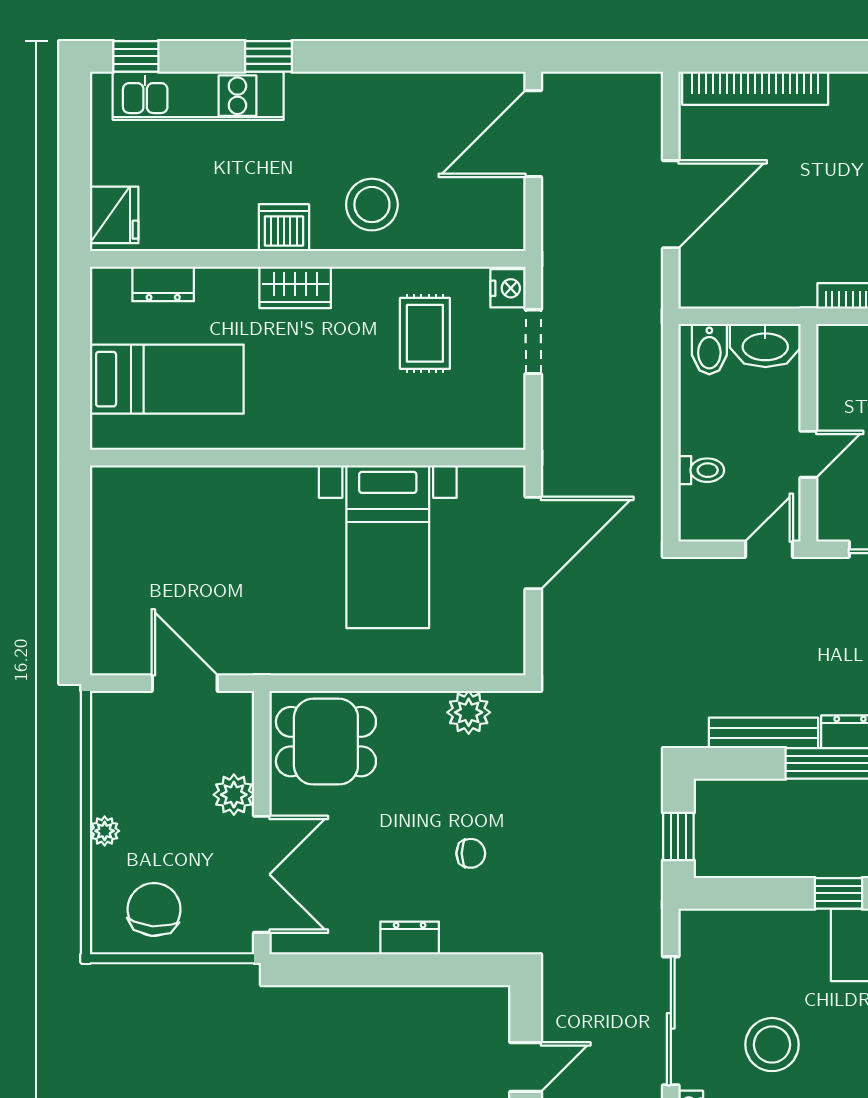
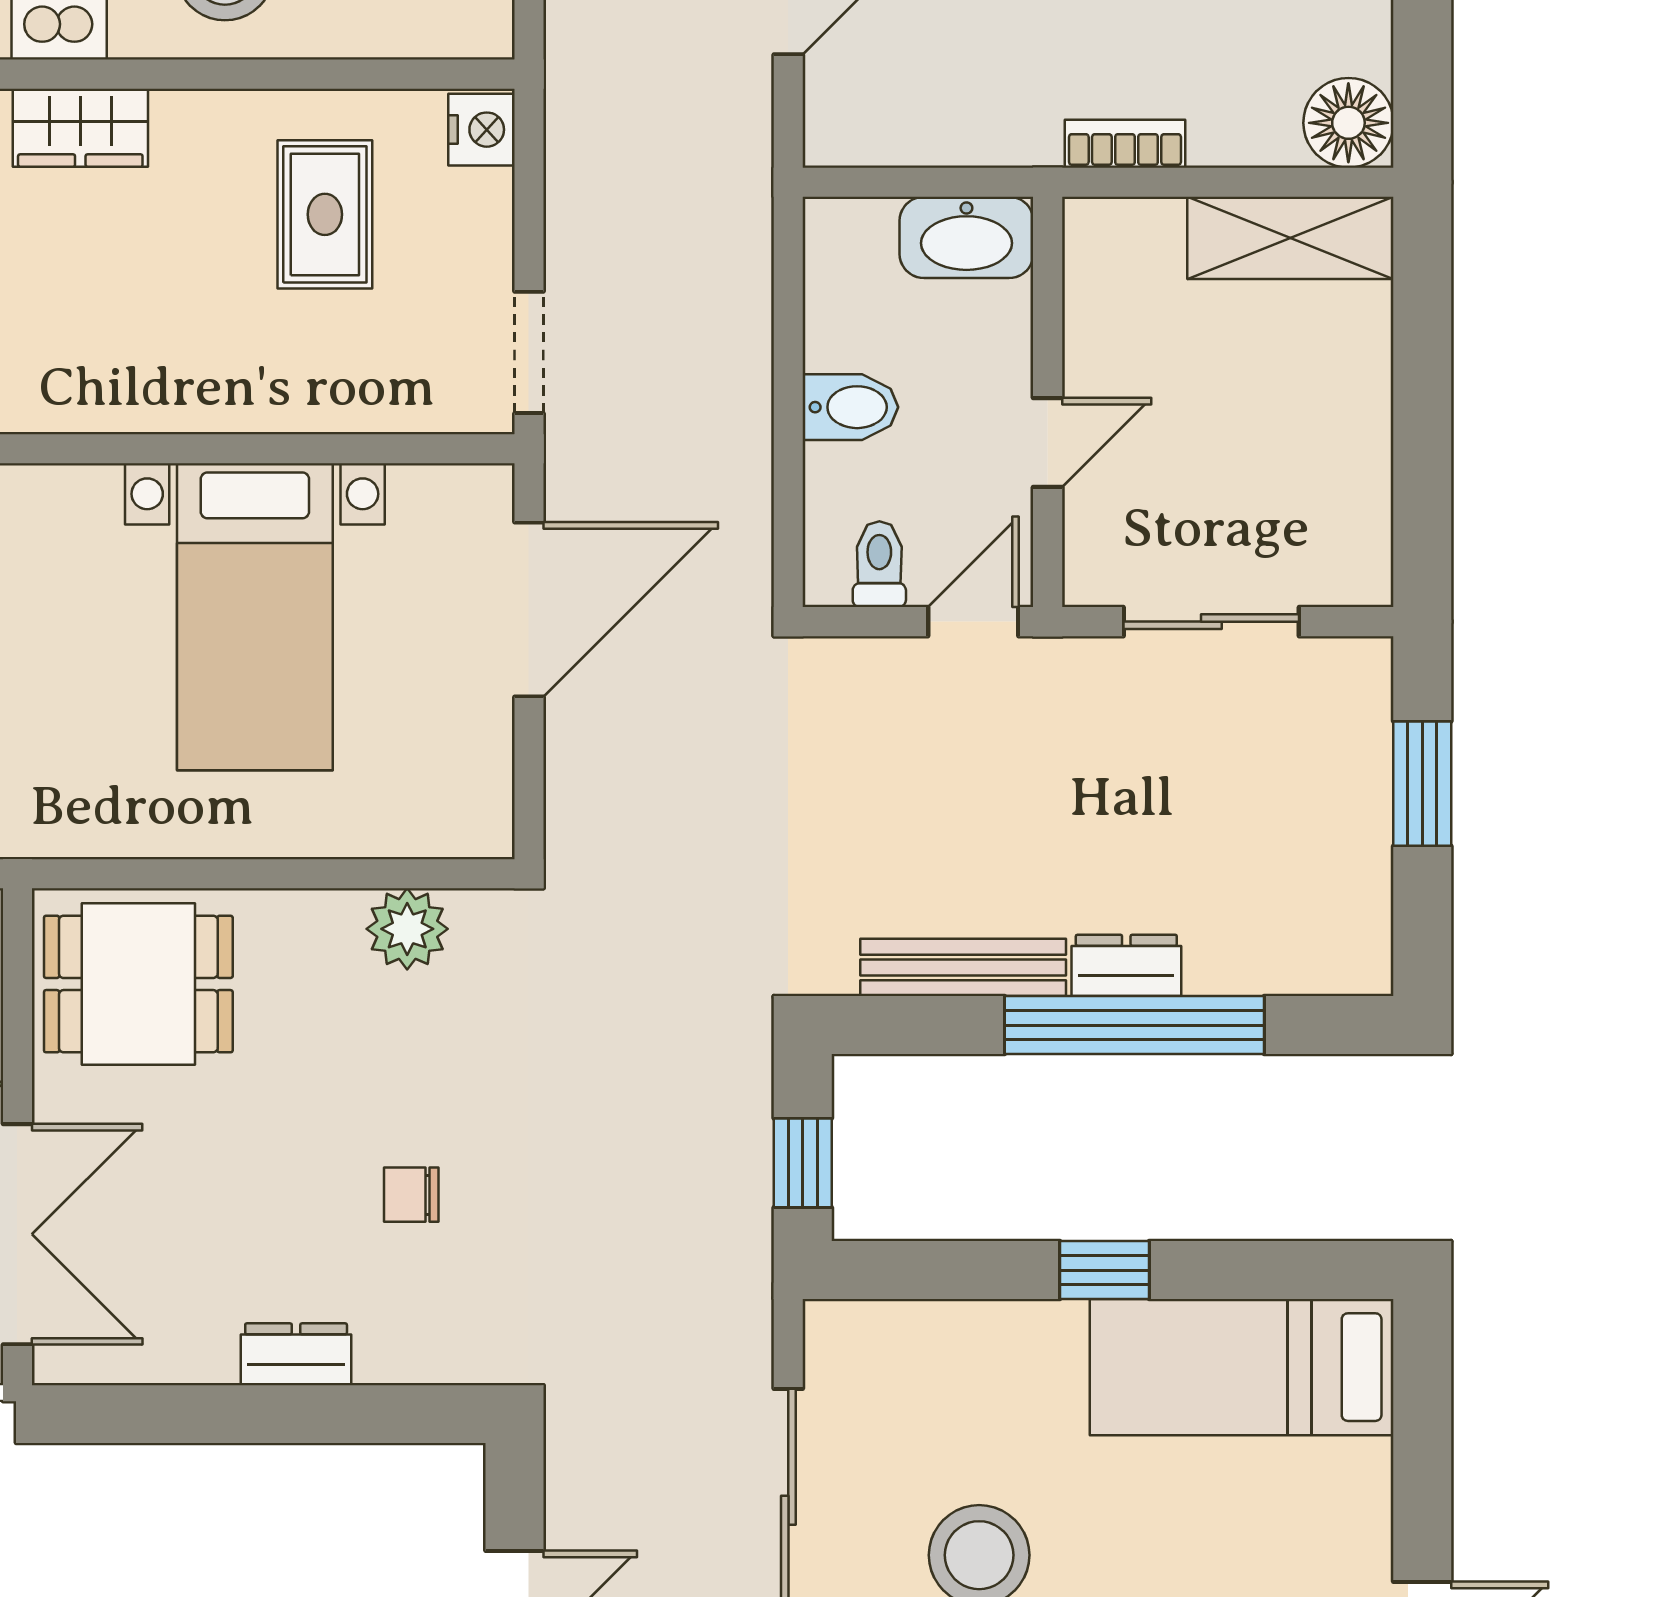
doorway: (533, 342) -> (529, 352), moved
bidet: (709, 349) -> (850, 407), moved, turned -90
toilet: (701, 470) -> (879, 564), moved, turned -90
chair: (471, 853) -> (411, 1195), turned 180

